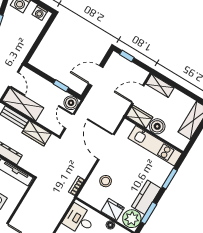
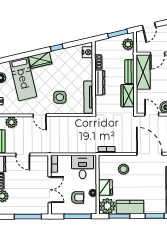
door: (69, 121) -> (152, 115), hinge flipped
door: (106, 147) -> (149, 154), hinge flipped

